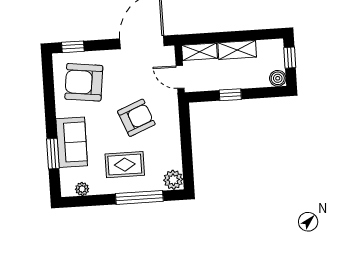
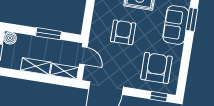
armchair: (84, 82) -> (156, 68), turned -97
window: (230, 95) -> (48, 34), width x1.50
armchair: (136, 118) -> (123, 32), turned 112

